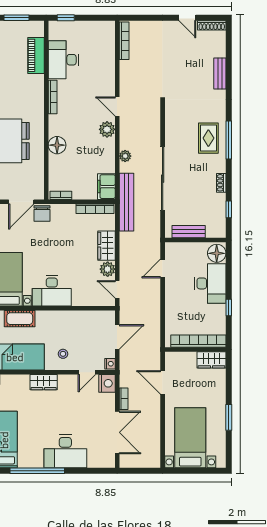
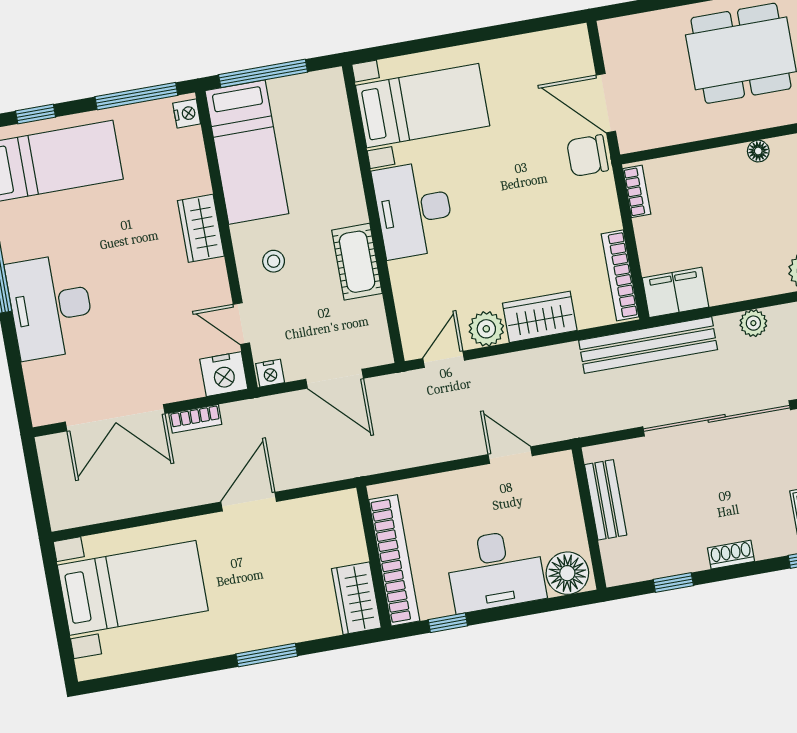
floor lamp: (57, 145) -> (758, 151), width x0.53, depth x0.53
cot: (20, 319) -> (357, 262), moved
bookcase: (198, 341) -> (394, 560), moved
wall: (195, 349) -> (374, 557), moved
wardrobe: (211, 360) -> (356, 598), moved
window: (229, 417) -> (267, 655), moved

